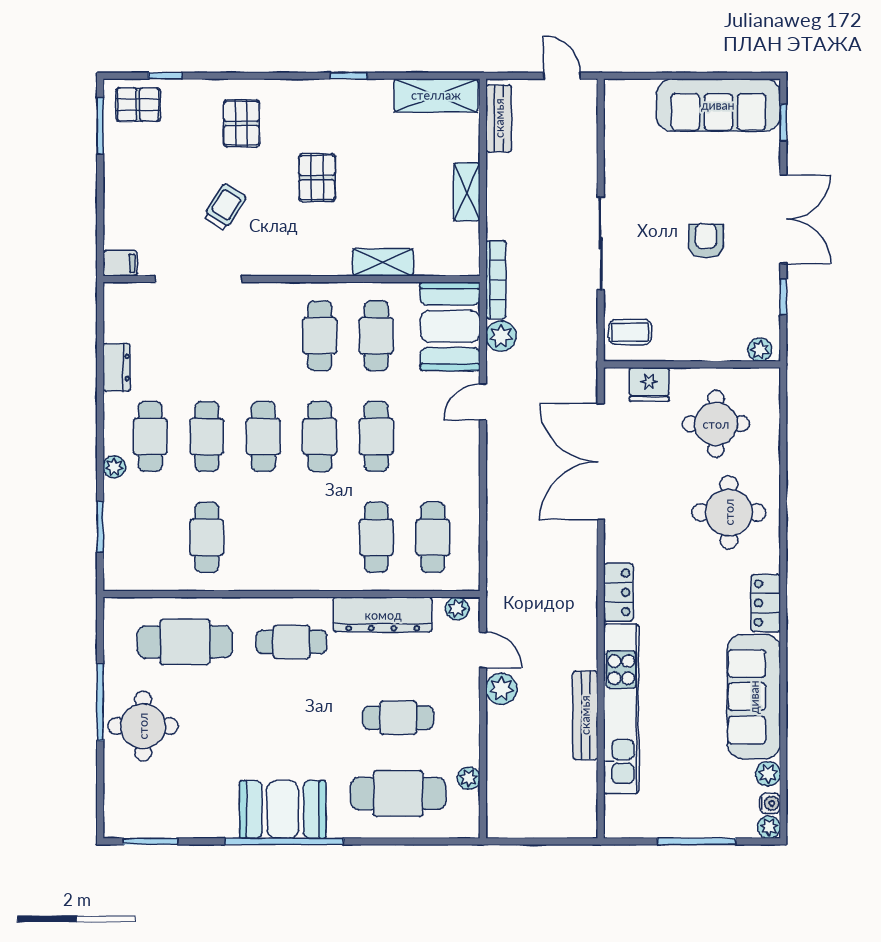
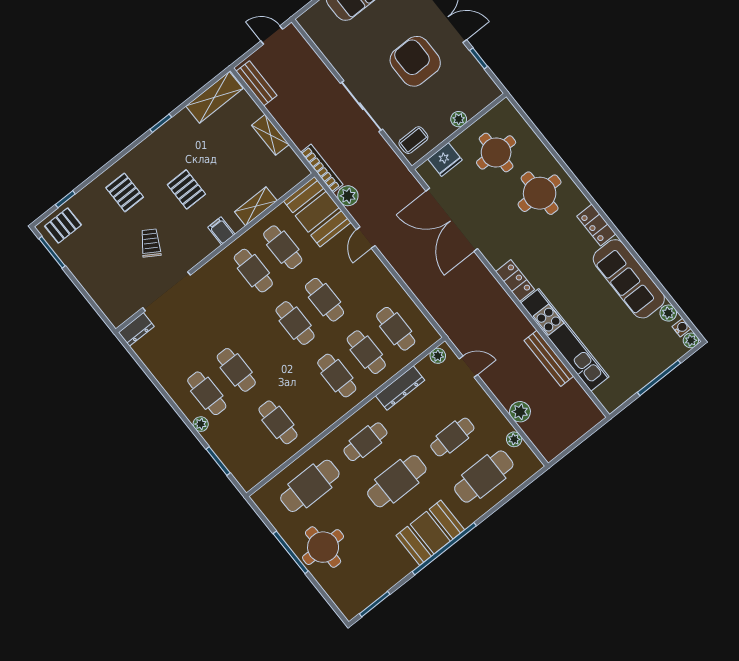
armchair: (706, 241) -> (415, 61), width x1.88, depth x1.88
filing cabinet: (120, 263) -> (221, 231), moved, turned -90
plant: (760, 350) -> (459, 119), moved
dresser: (117, 367) -> (136, 329), moved, turned 90
cafe table: (263, 436) -> (337, 376), moved
dresser: (383, 615) -> (400, 388), width x0.73, depth x0.80
plant: (501, 689) -> (520, 412), moved
cafe table: (292, 718) -> (397, 481), added

